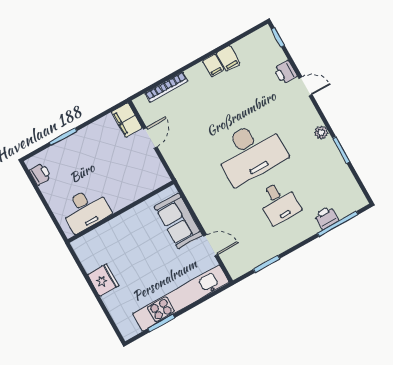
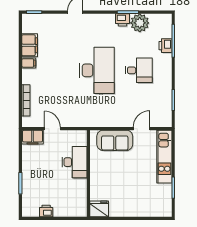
filing cabinet: (228, 58) -> (30, 45), width x2.00
printer: (285, 72) -> (123, 20), moved
plant: (321, 132) -> (140, 23), moved, width x1.87, depth x1.87
printer: (40, 174) -> (46, 211), moved
desk: (85, 210) -> (74, 162), moved
fridge: (103, 280) -> (99, 209), moved
kitchen unit: (181, 298) -> (164, 157), width x0.73

